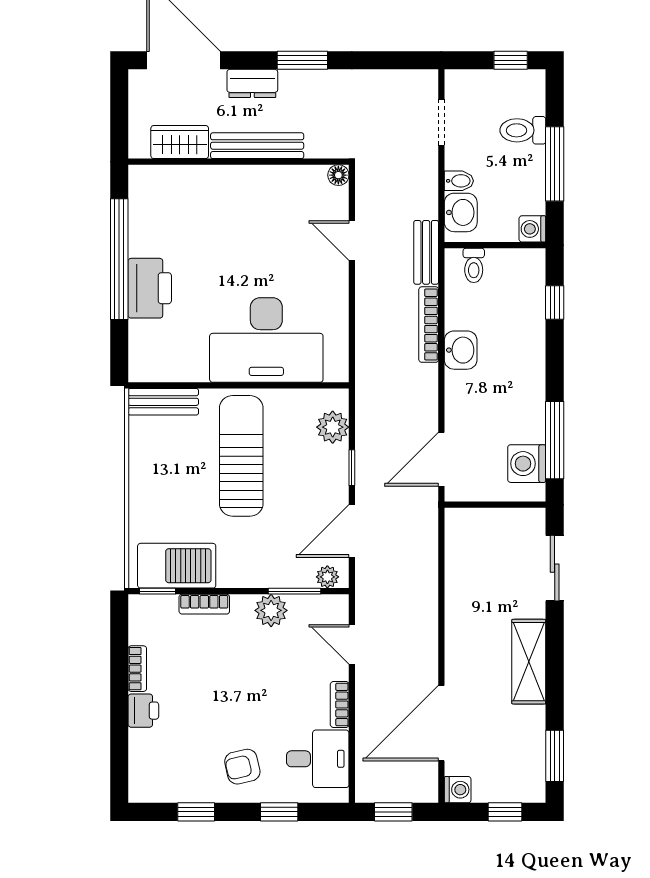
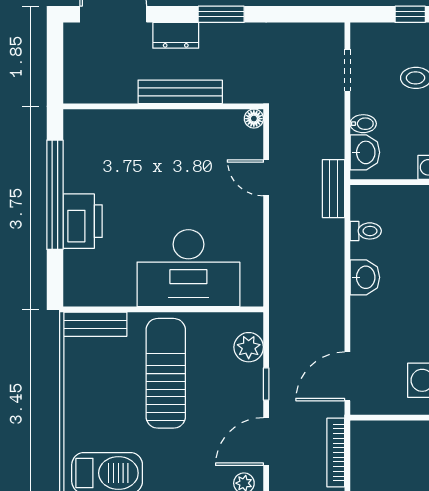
wardrobe: (180, 142) -> (110, 88), removed
toilet: (474, 265) -> (366, 231), moved, turned -90
bookcase: (429, 325) -> (336, 453), moved

